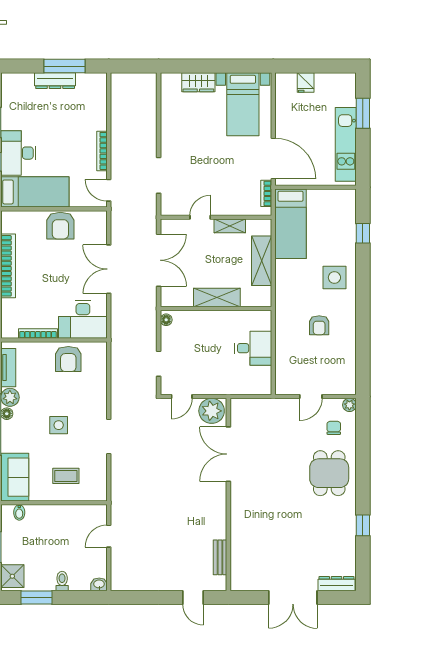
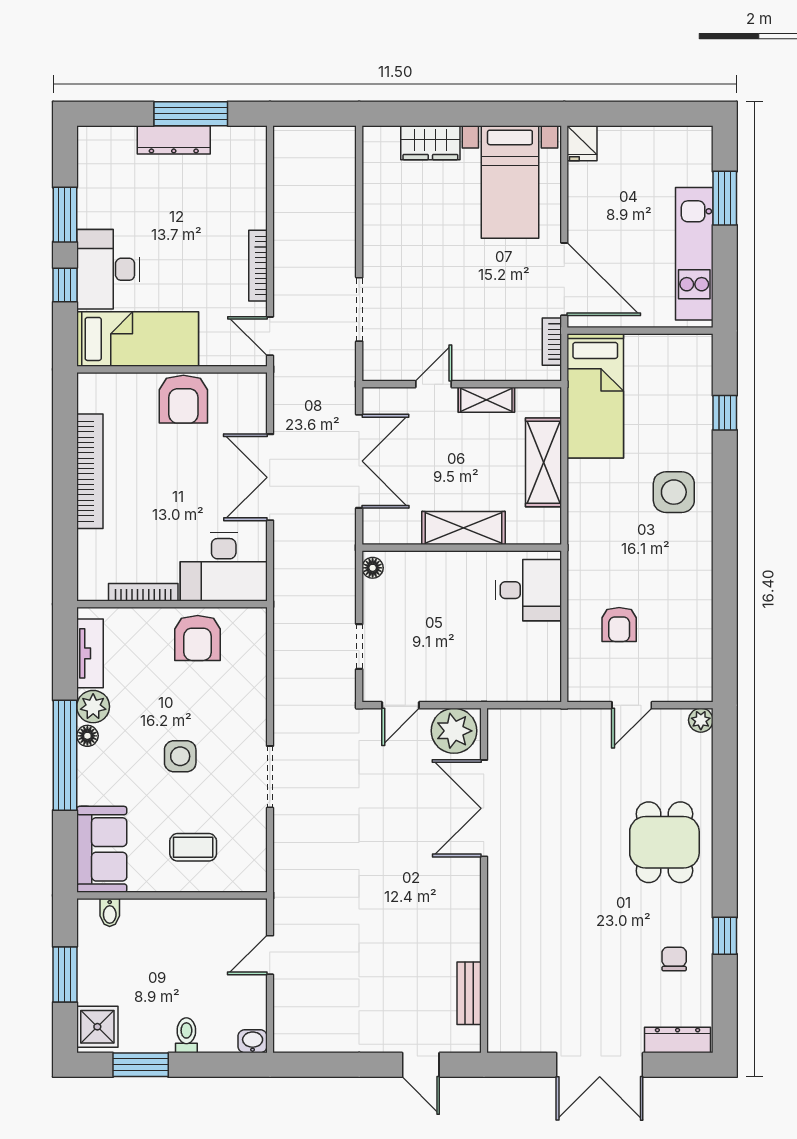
fridge: (306, 83) -> (582, 143), moved
armchair: (319, 325) -> (619, 624), moved
desk: (253, 348) -> (528, 590), moved
chair: (334, 428) -> (674, 959), moved

